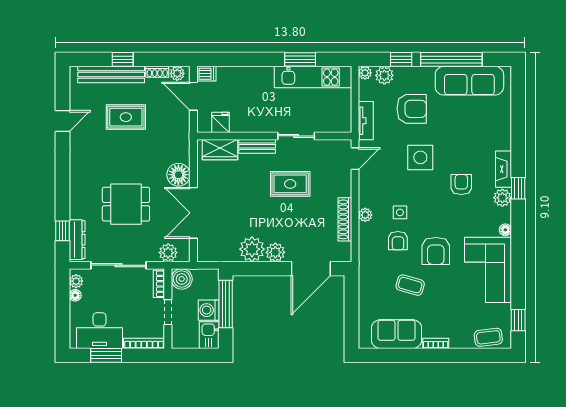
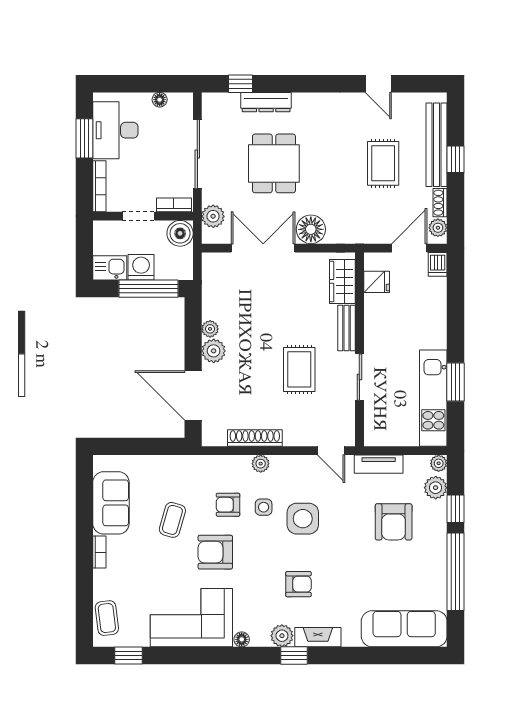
sofa: (469, 81) -> (404, 629), moved, turned 90
side table: (420, 157) -> (303, 519), moved
dresser: (77, 240) -> (266, 102), moved
plant: (252, 249) -> (210, 329), width x0.53, depth x0.53
plant: (76, 281) -> (177, 101), removed

